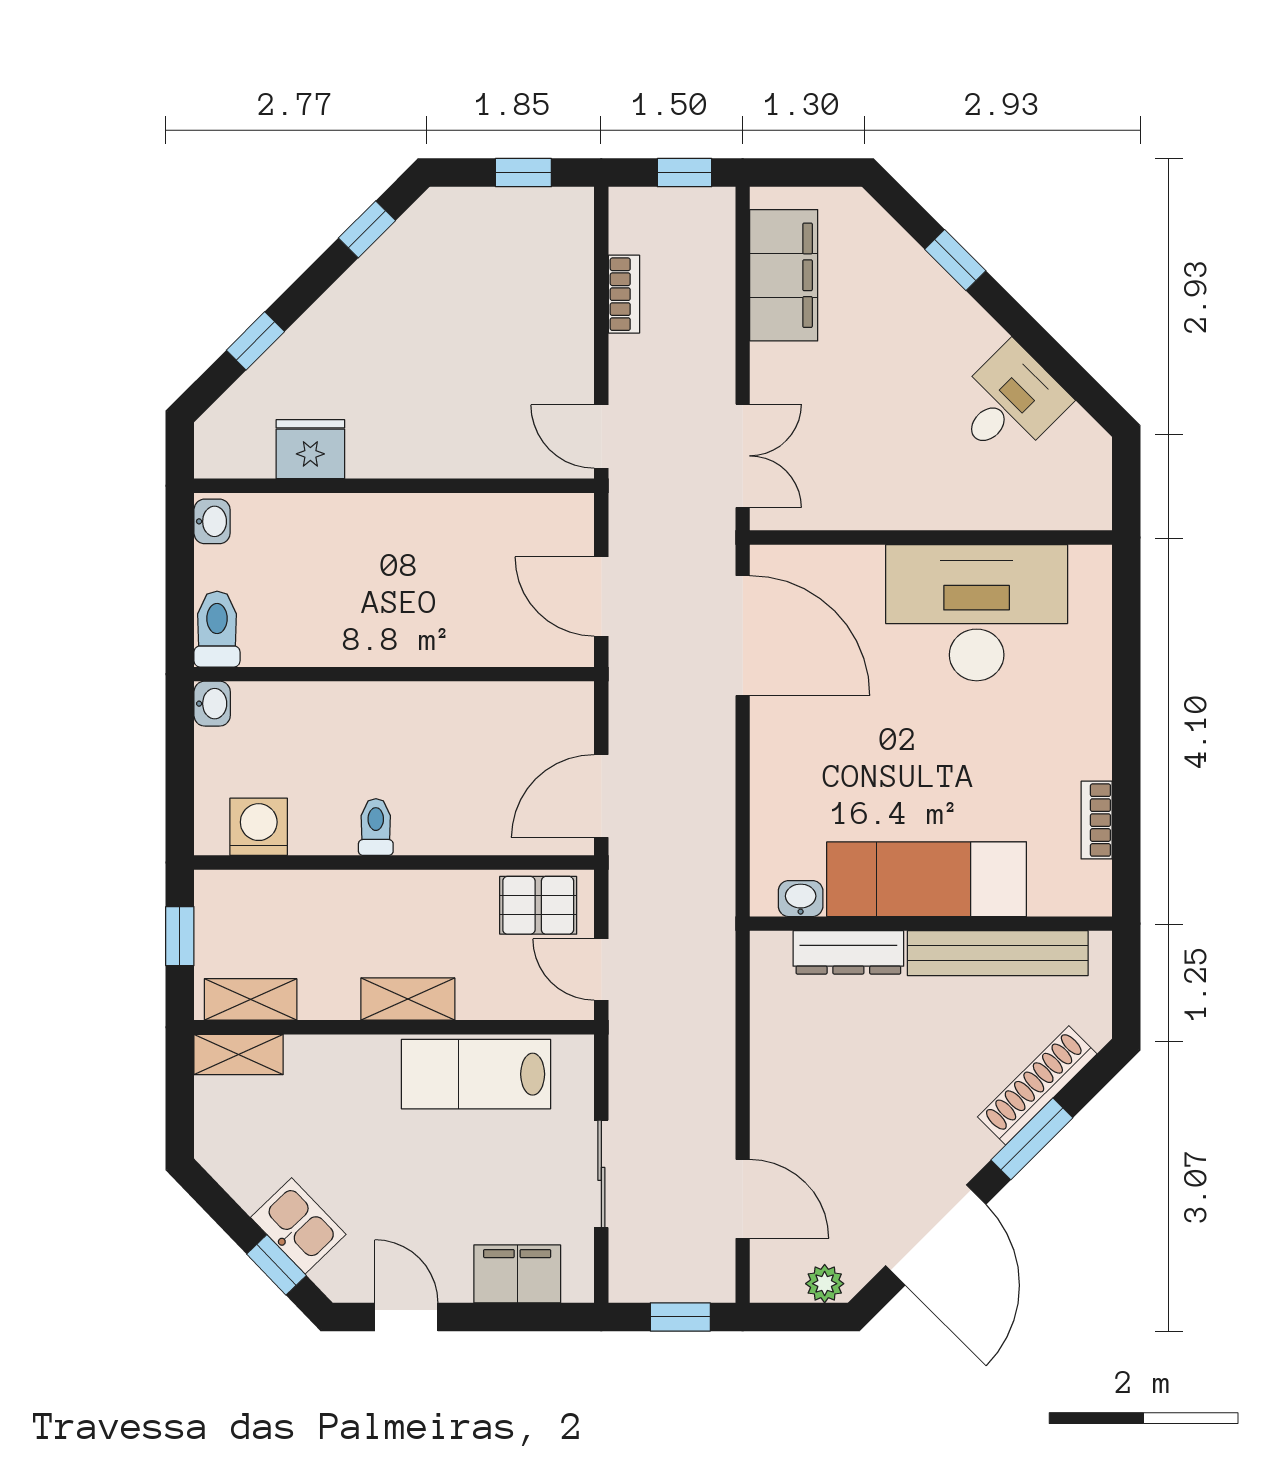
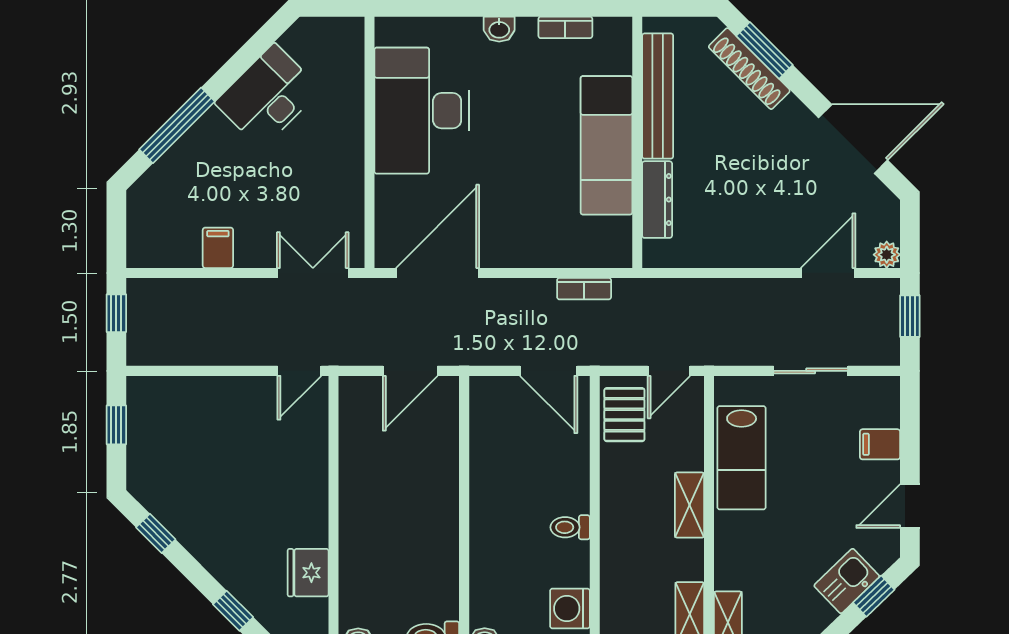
window: (955, 260) -> (177, 125), width x2.17
filing cabinet: (784, 275) -> (218, 248), width x0.33, depth x0.86
bookcase: (624, 294) -> (584, 289), moved, turned 180
desk: (1009, 403) -> (268, 96), width x1.37
washbasin: (801, 899) -> (499, 29), moved, turned -90
window: (1032, 1139) -> (765, 50), moved
filing cabinet: (517, 1274) -> (880, 444), width x0.50
plant: (825, 1284) -> (887, 255), moved

